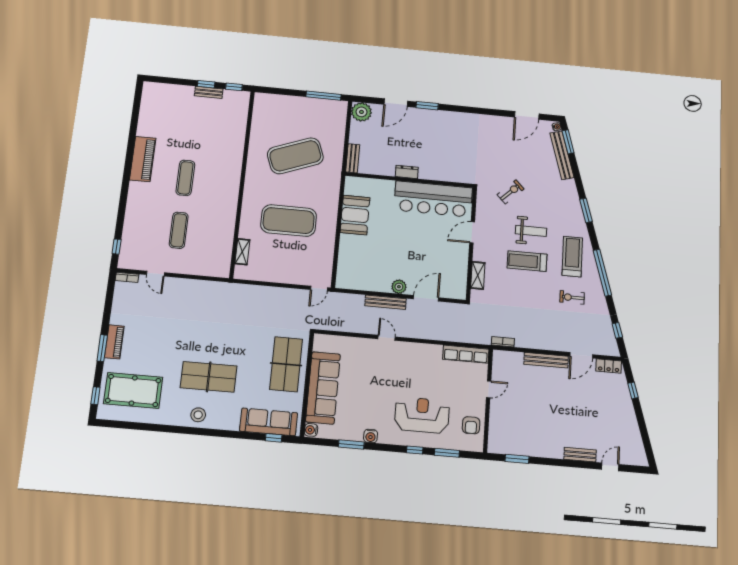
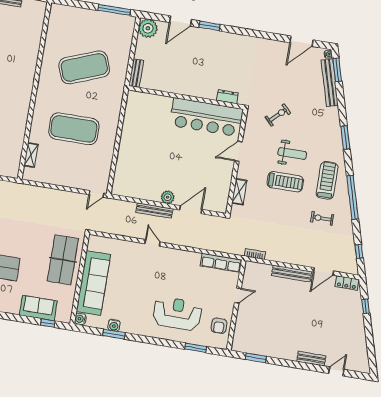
dresser: (407, 172) -> (227, 97), moved
booth: (355, 215) -> (134, 128), removed
treadmill: (527, 261) -> (285, 182), turned 180
sofa: (269, 422) -> (38, 308), width x0.73
water cooler: (371, 436) -> (114, 325), moved
window: (415, 450) -> (168, 343), removed

